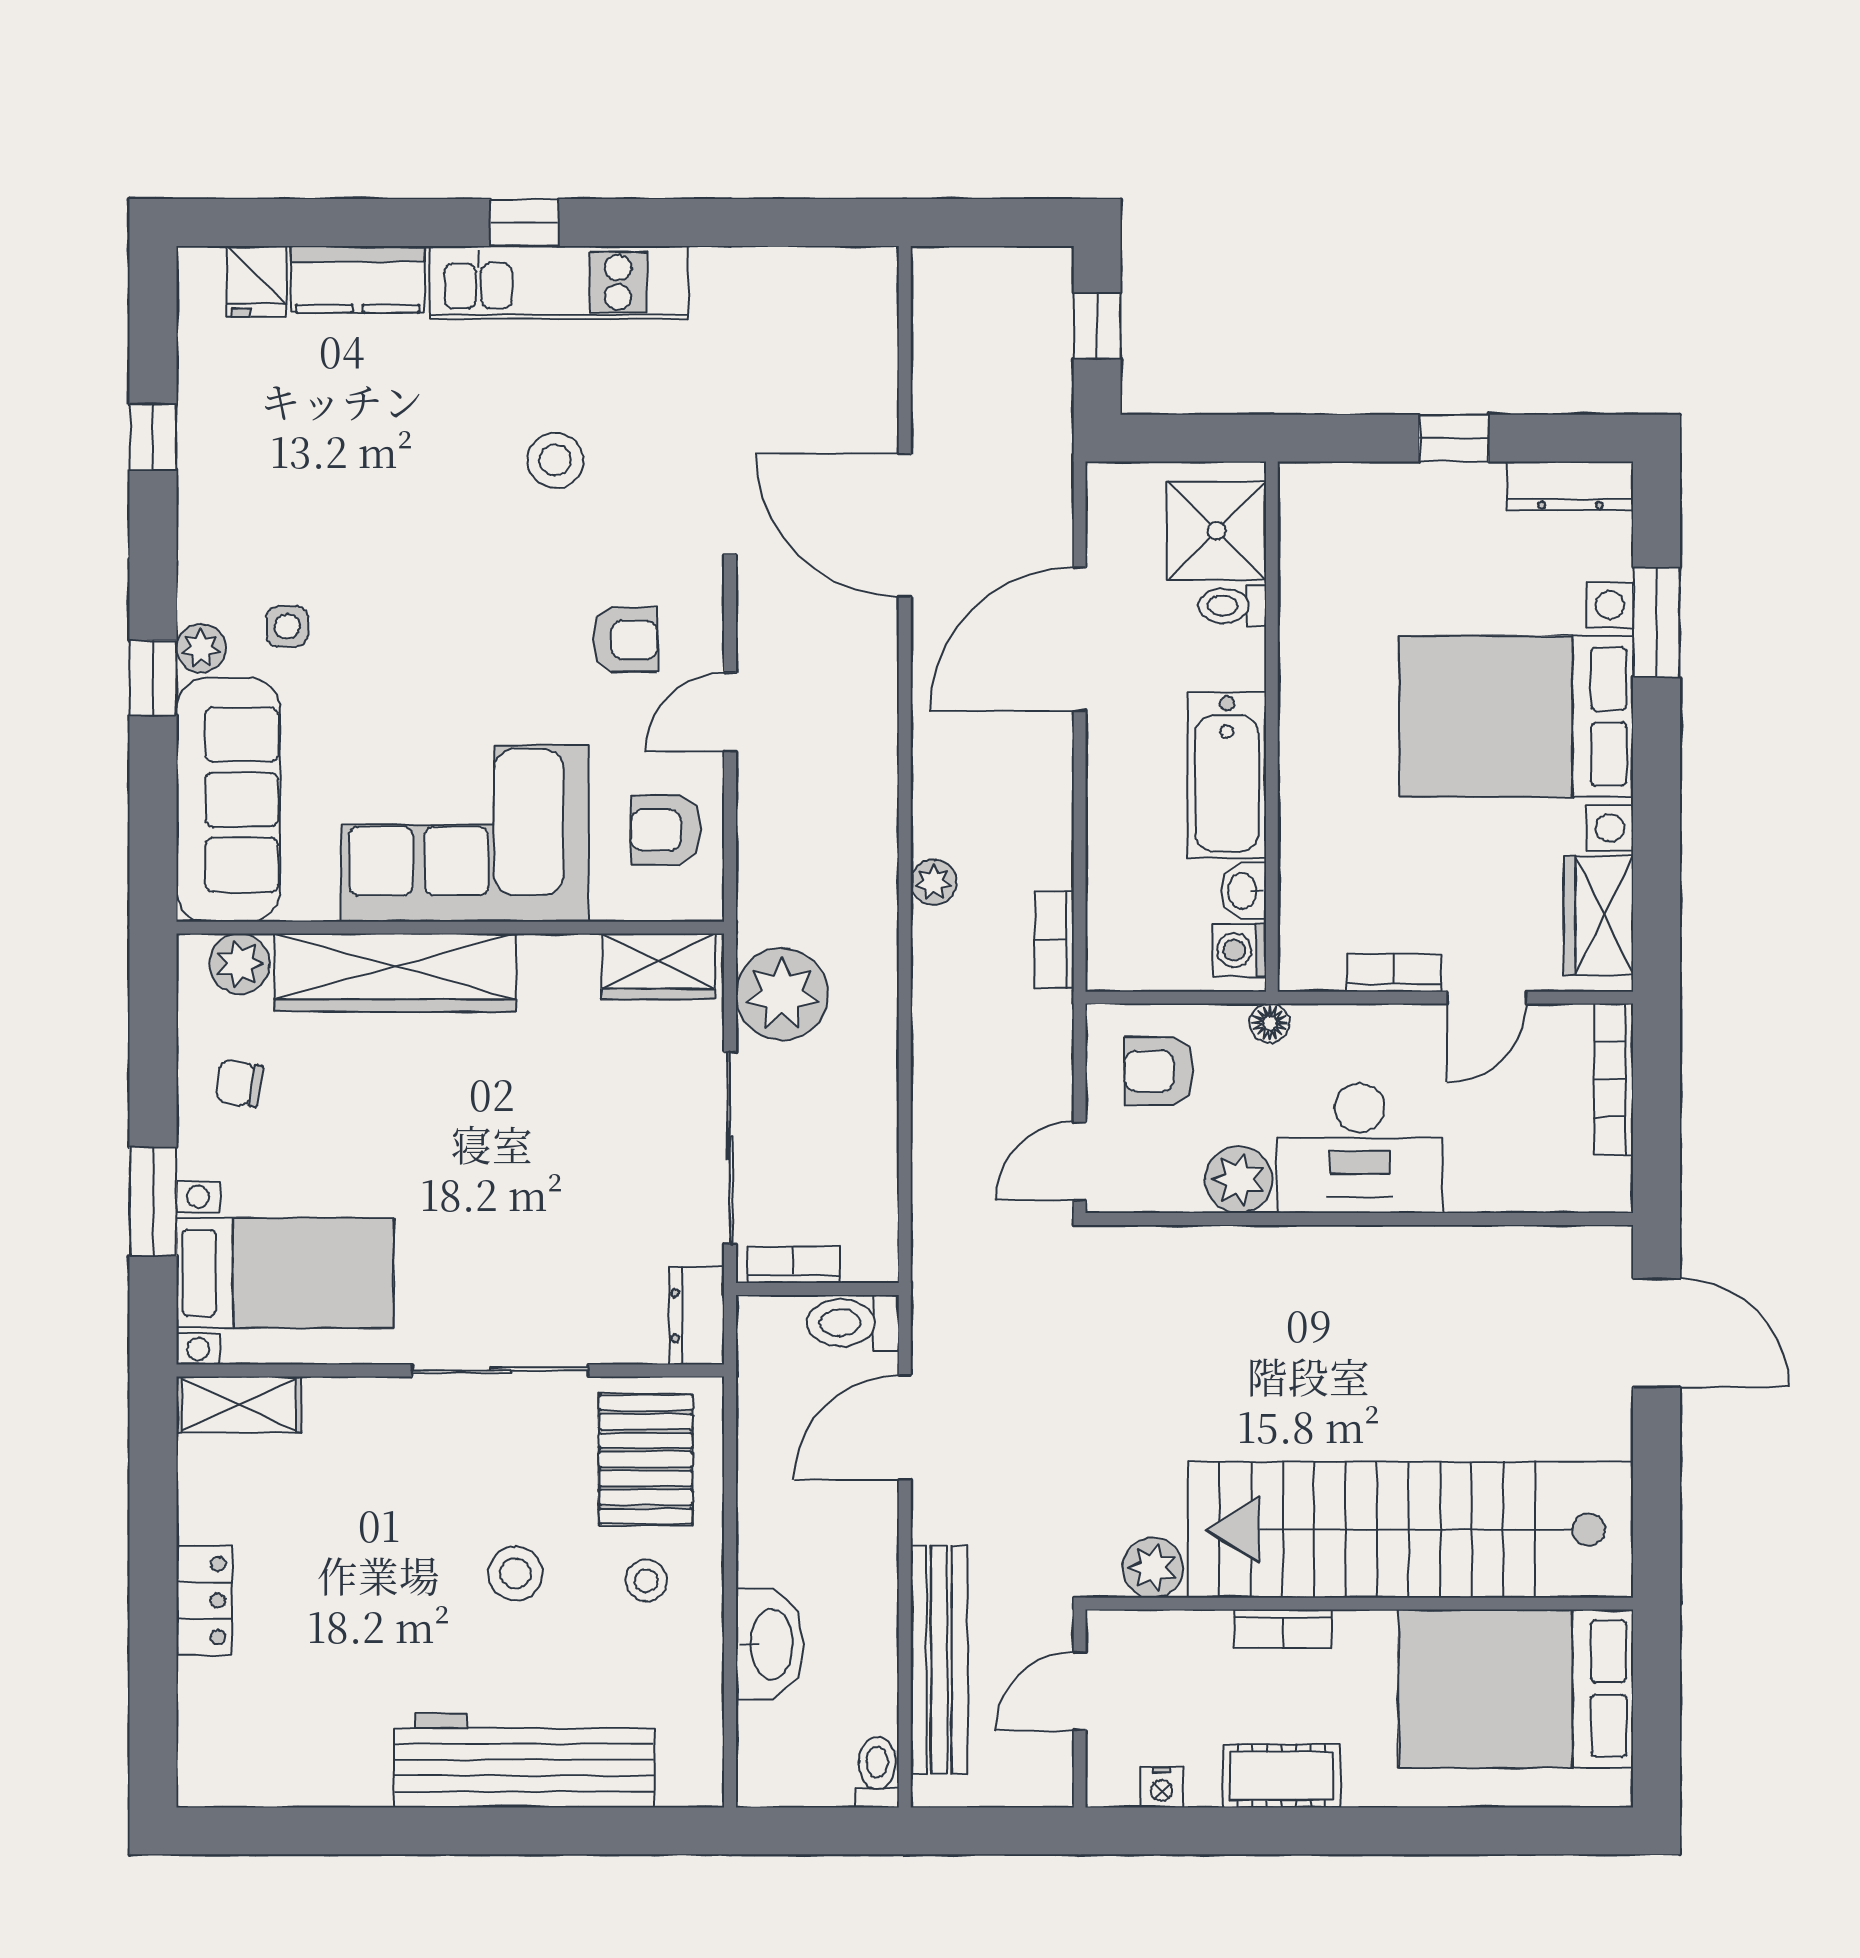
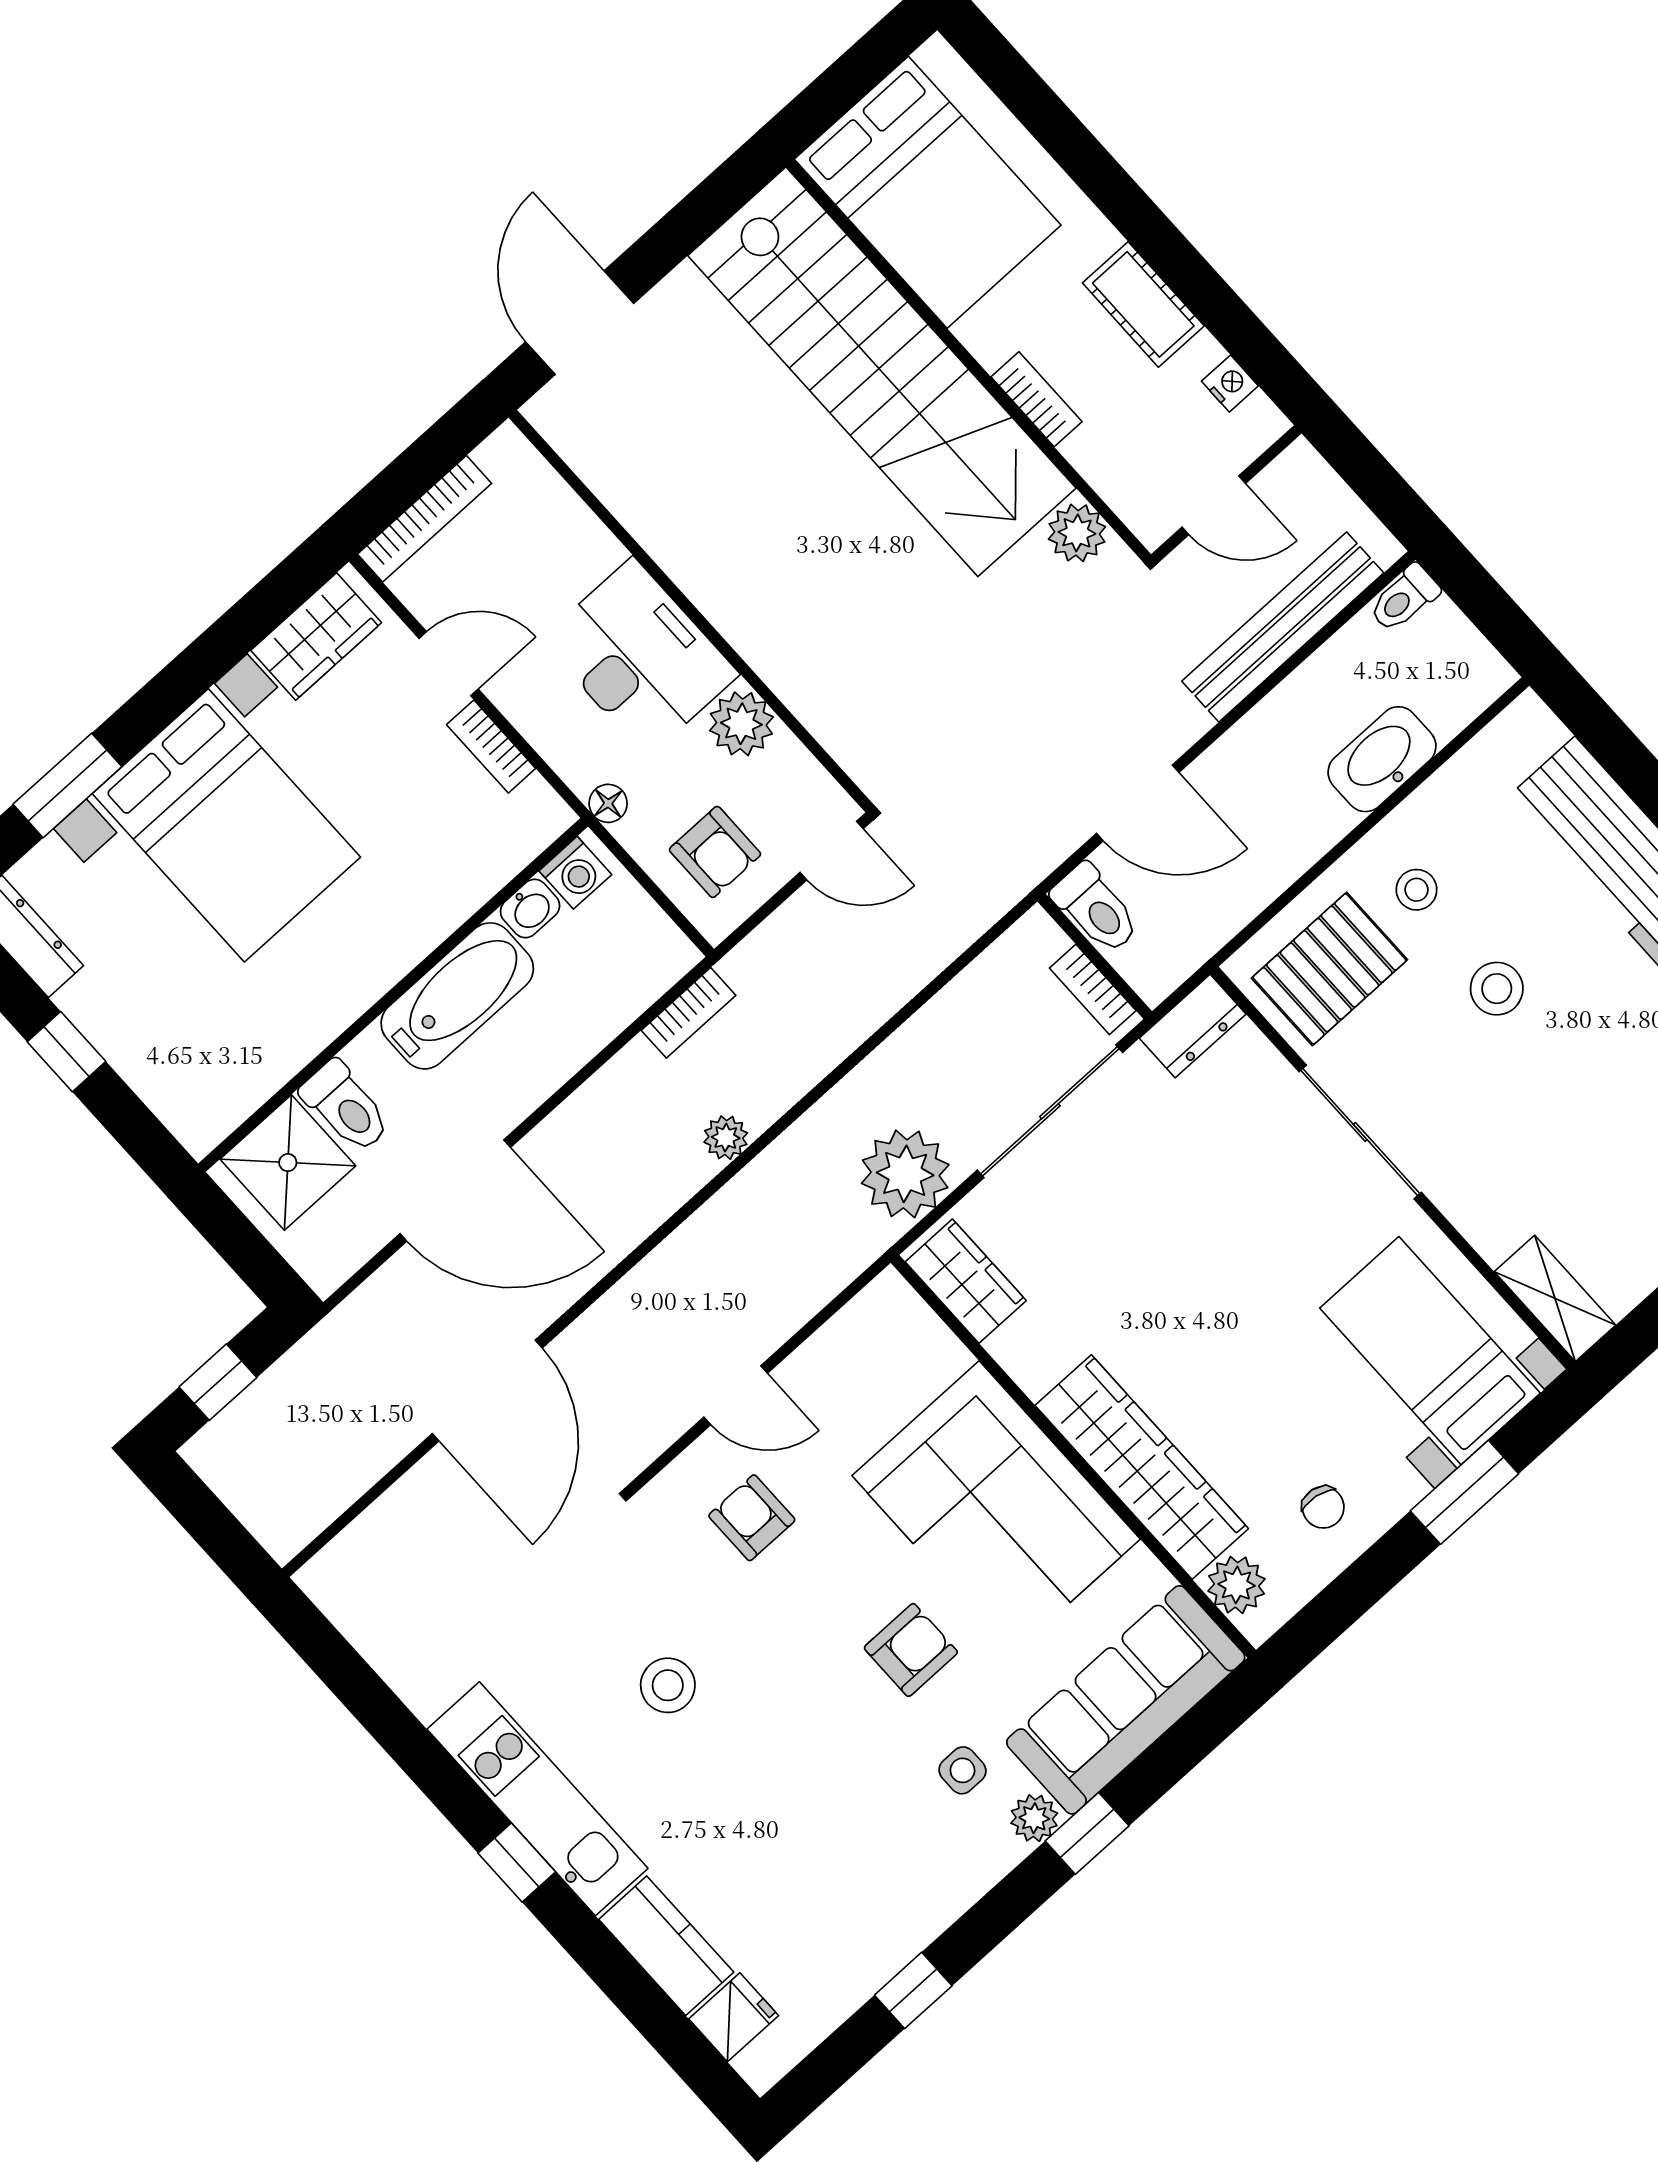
toilet: (1232, 606) -> (346, 1107), width x1.37, depth x1.39
armchair: (666, 830) -> (911, 1650), moved, turned -90

